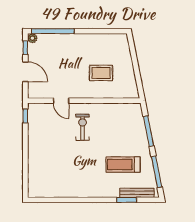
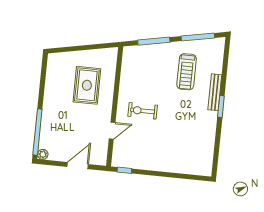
window: (25, 48) -> (52, 163), removed
rug: (101, 73) -> (87, 85), width x1.36, depth x1.43
bench: (137, 193) -> (215, 92), moved
window: (126, 200) -> (221, 106), moved

